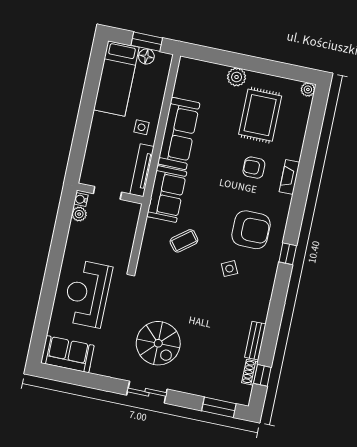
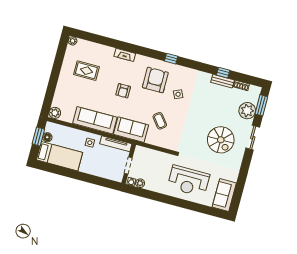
plant: (237, 77) -> (55, 113), moved
rug: (260, 115) -> (86, 71), width x0.73, depth x0.70
armchair: (254, 168) -> (123, 91), moved
spiral stairs: (158, 343) -> (221, 140), turned 90
window: (262, 375) -> (223, 73), moved
plant: (209, 384) -> (247, 111), added
sliding door: (147, 392) -> (253, 138), moved

